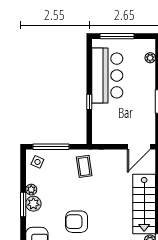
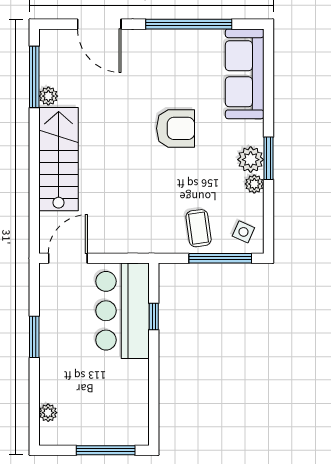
bar counter: (107, 76) -> (122, 311), moved
window: (89, 102) -> (154, 317), moved
coffee table: (84, 166) -> (199, 228), moved

